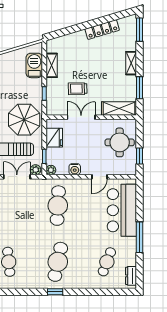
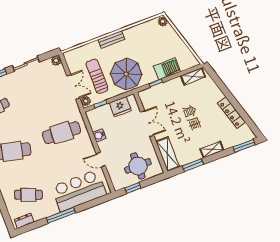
barbecue: (34, 65) -> (167, 69), moved
shelving: (52, 65) -> (193, 76), moved
trolley: (78, 89) -> (171, 111), removed
plant: (51, 170) -> (91, 115), removed

